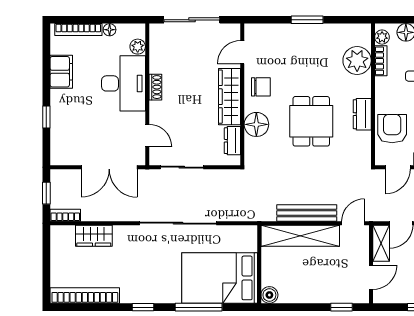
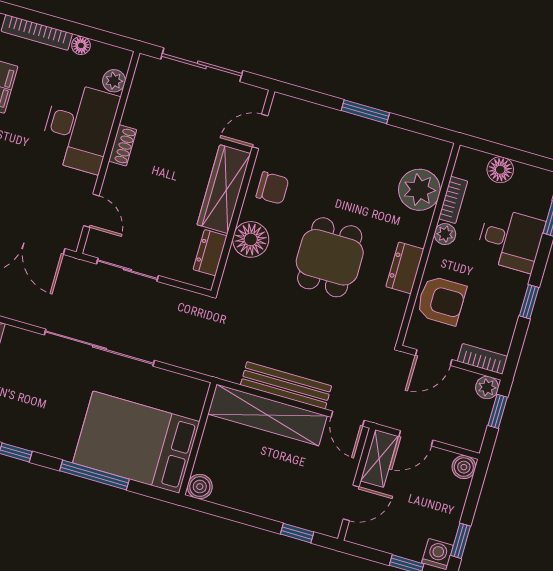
plant: (382, 37) -> (445, 234), moved
armchair: (392, 129) -> (441, 301), turned 90
door: (353, 223) -> (348, 419), swing flipped

